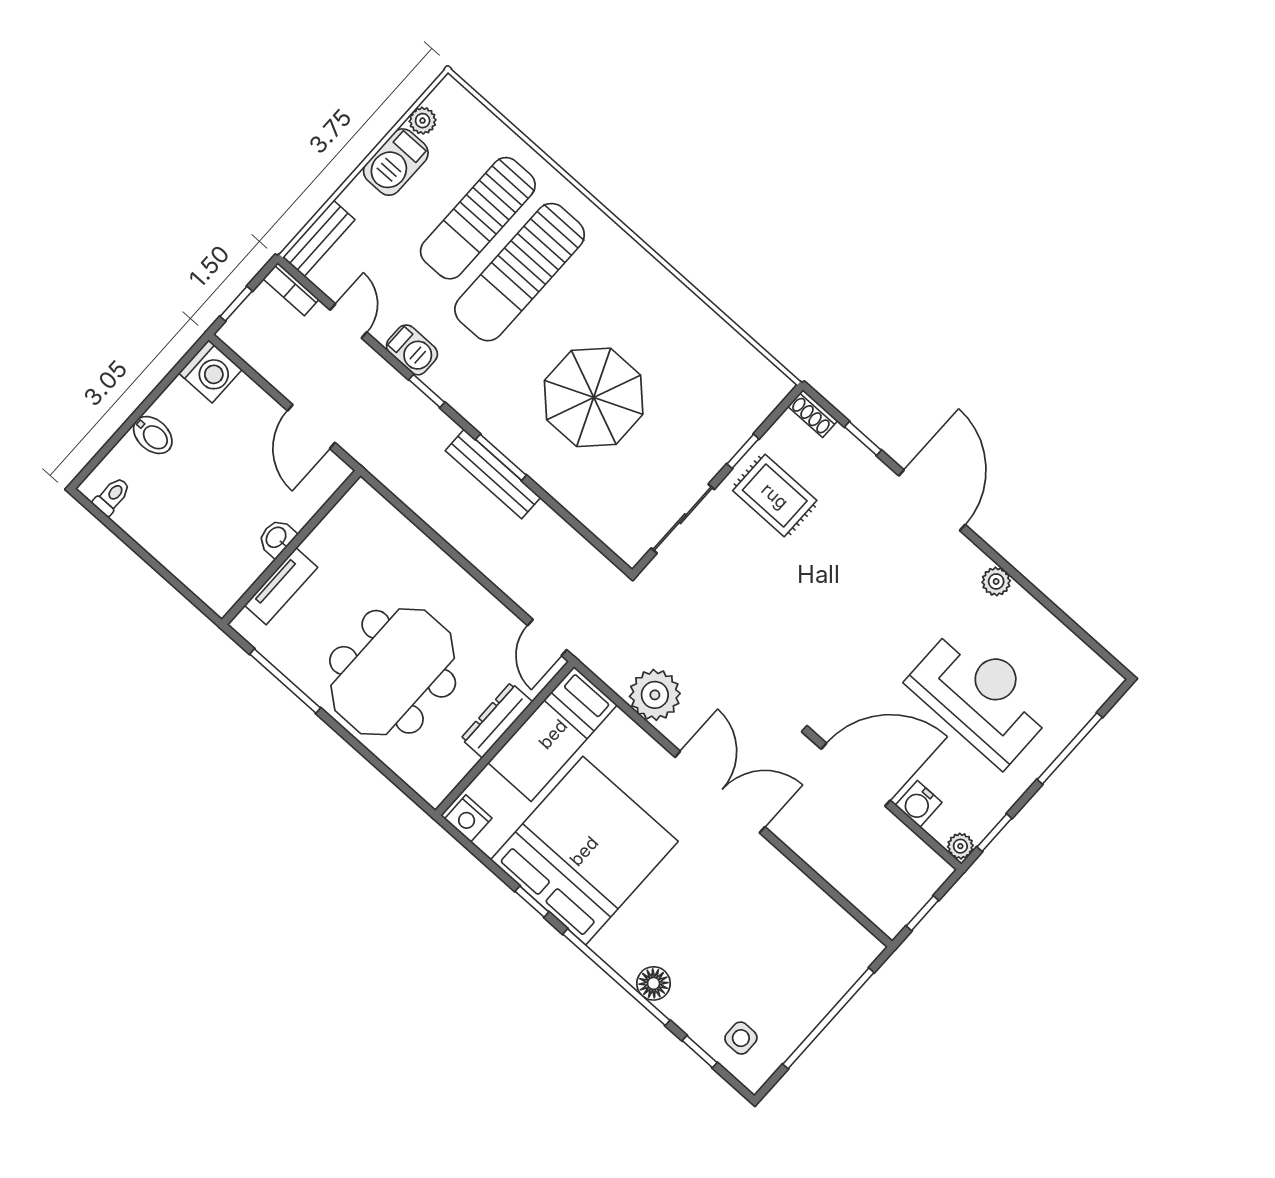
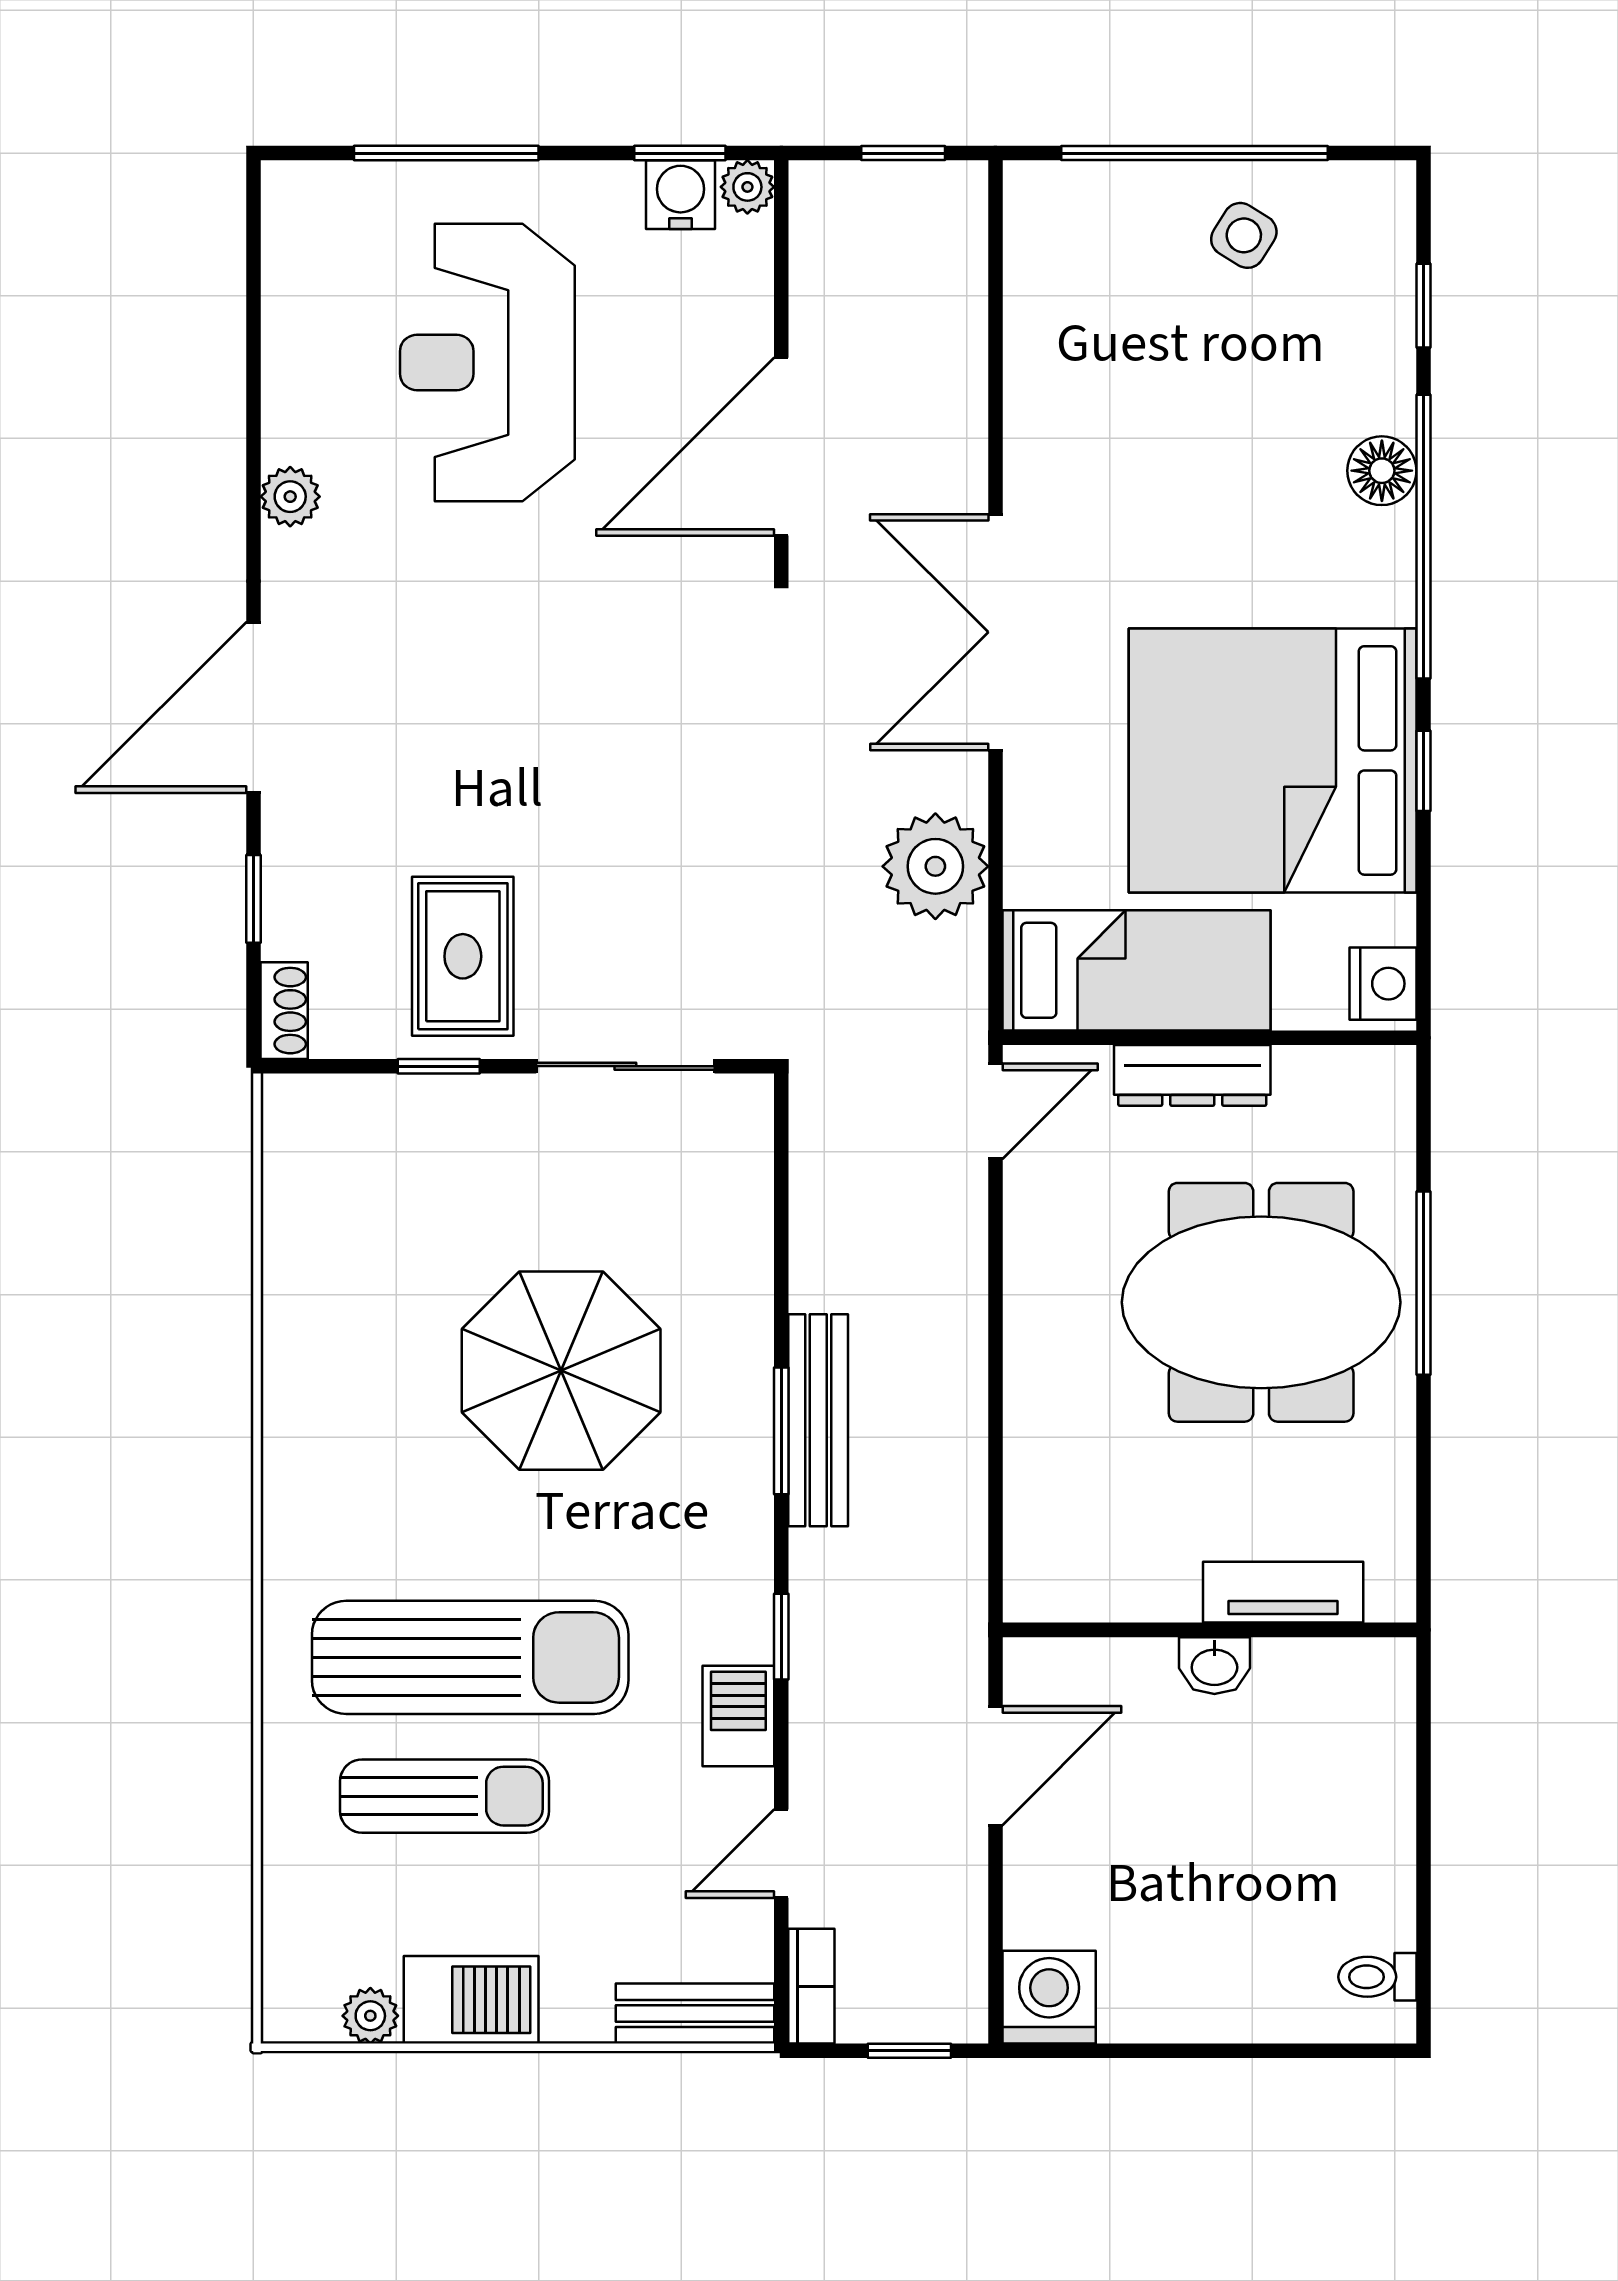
sun lounger: (478, 218) -> (445, 1796), width x0.73, depth x0.75
bidet: (153, 435) -> (1227, 1998), removed
window: (285, 681) -> (1423, 1283), moved
door: (856, 775) -> (781, 447), hinge flipped
water cooler: (919, 804) -> (680, 195), moved, turned -90
side table: (741, 1038) -> (1244, 235), moved, turned 32

